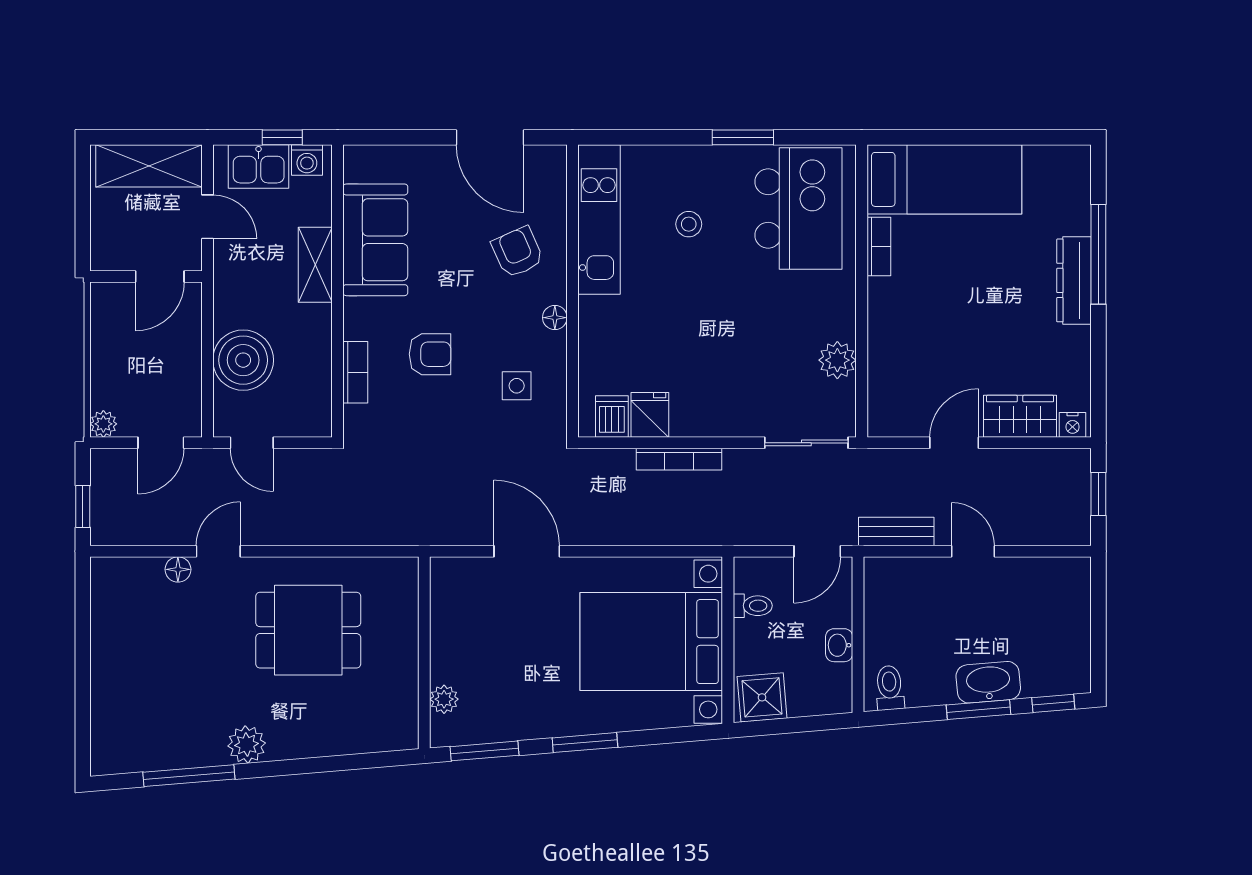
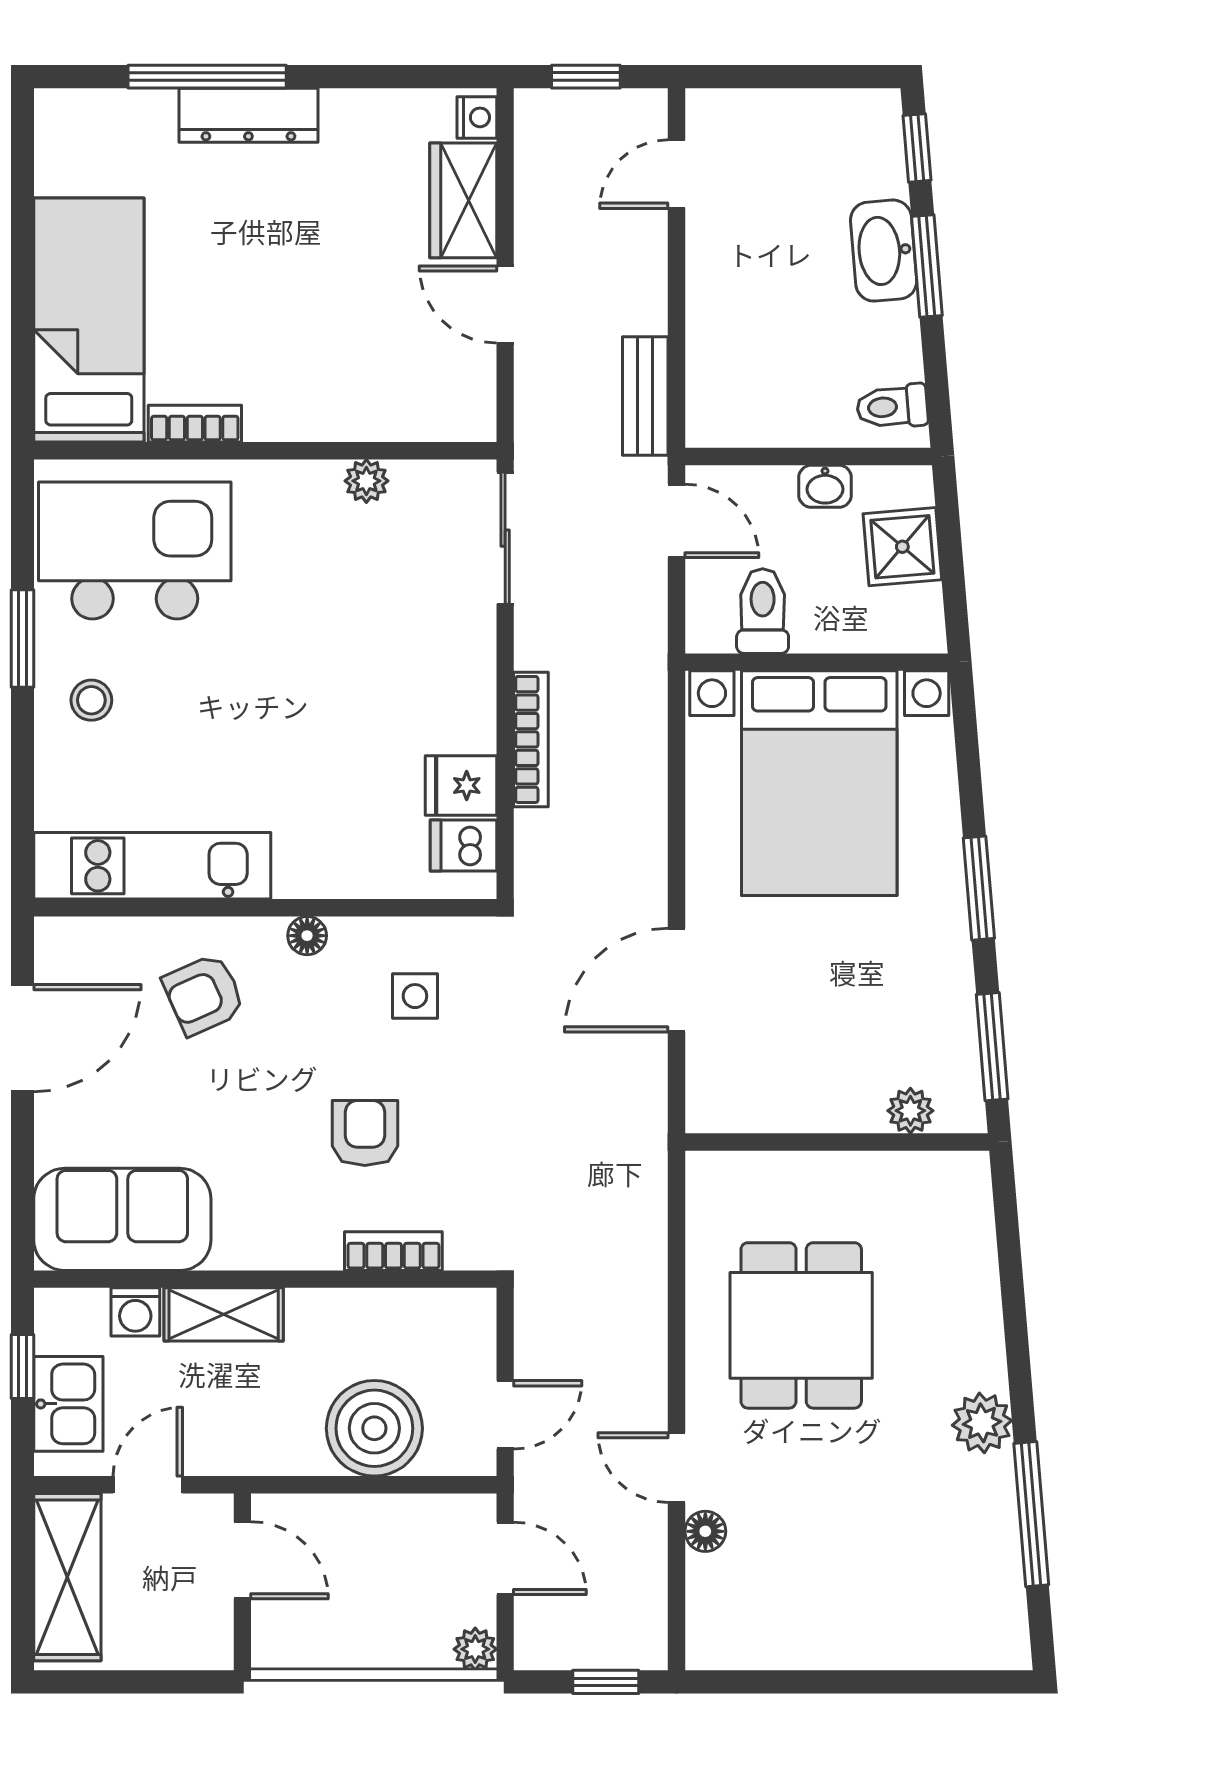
washing machine: (307, 160) -> (135, 1312), moved, turned 90
stool: (689, 224) -> (91, 700), moved
sofa: (375, 240) -> (122, 1219), moved
plant: (837, 360) -> (366, 481), width x0.73, depth x0.73
door: (973, 551) -> (677, 174), moved
toilet: (753, 606) -> (763, 611), width x1.37, depth x1.39
shower: (762, 697) -> (902, 547), moved

